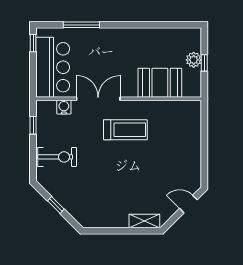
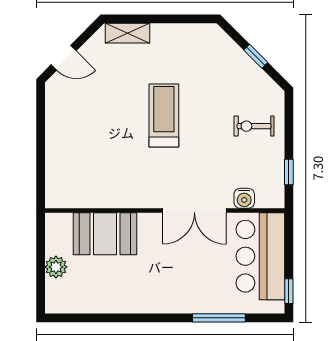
window: (204, 63) -> (41, 263), removed
treadmill: (125, 130) -> (164, 115), moved, turned 90
exercise bike: (57, 157) -> (254, 126), width x0.73, depth x0.72

